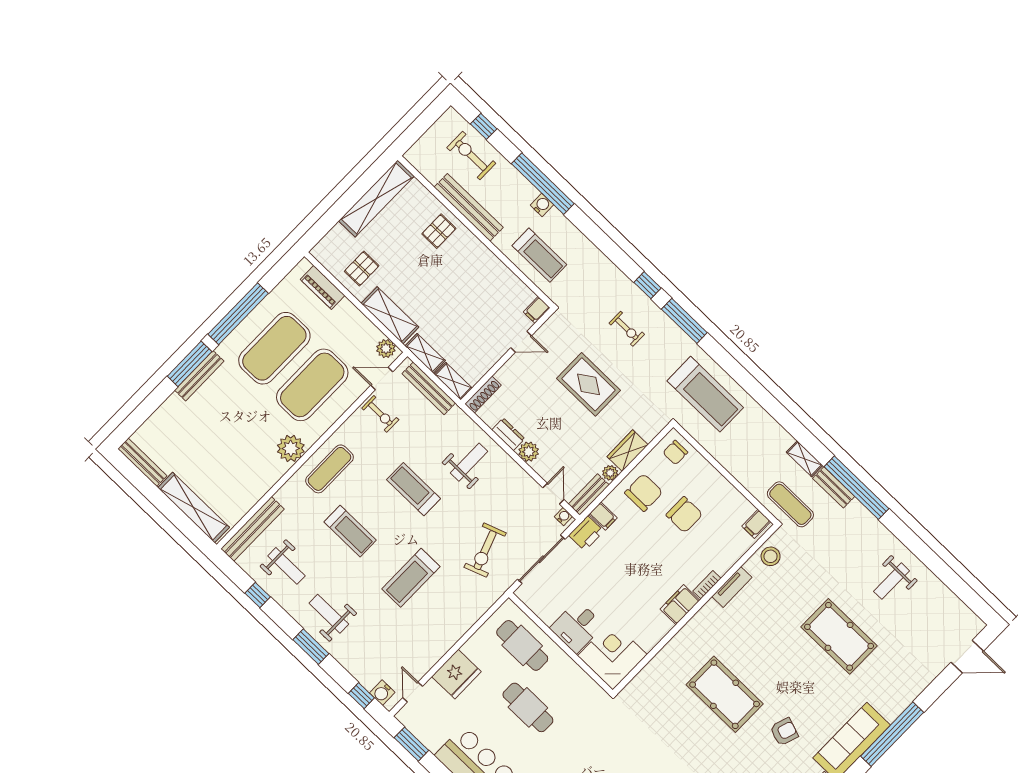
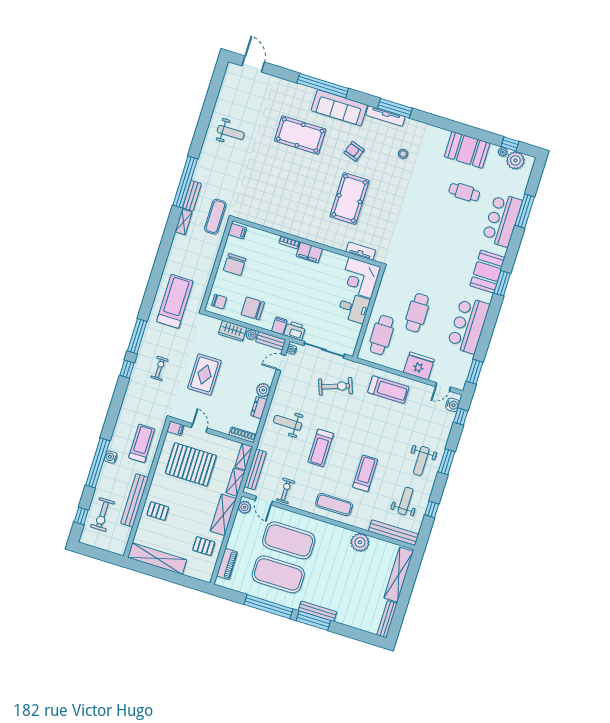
pallet: (479, 306) -> (191, 464), added
plant: (291, 448) -> (360, 542), moved
chair: (684, 515) -> (235, 265), moved, turned 180
stool: (771, 556) -> (253, 213), removed
treadmill: (411, 578) -> (388, 390), moved
tv unit: (732, 587) -> (361, 251), moved
pool table: (839, 636) -> (300, 135), moved, turned 90

